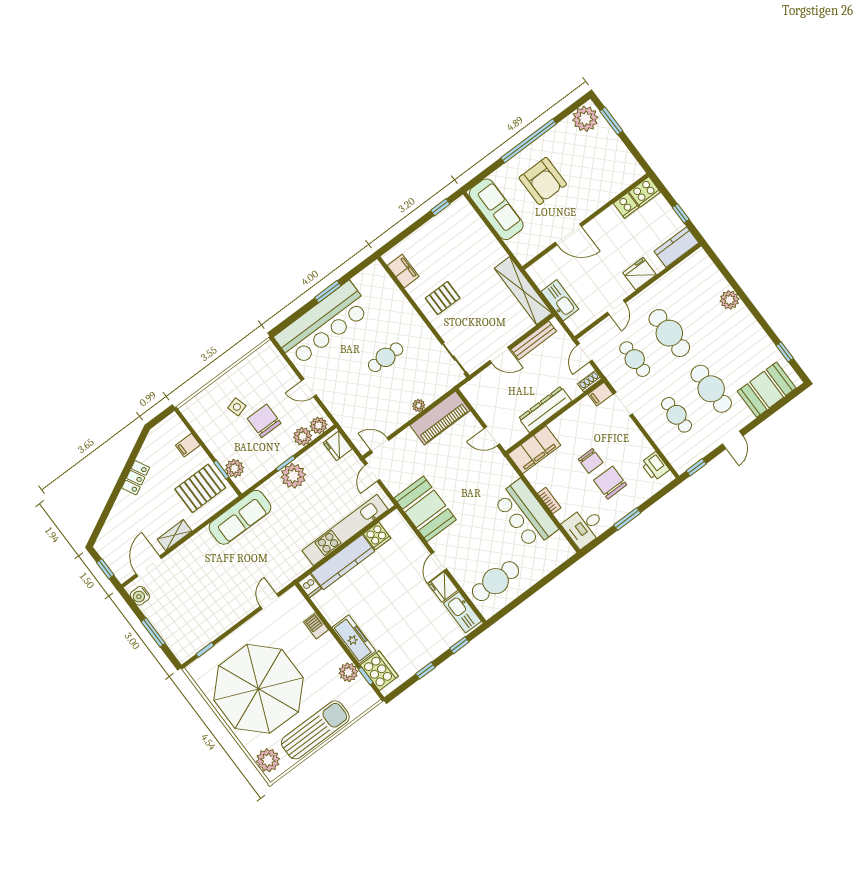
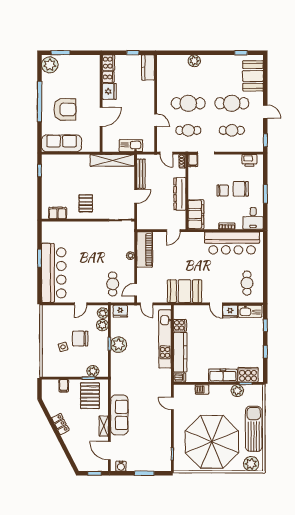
fridge: (639, 274) -> (109, 91), moved, turned 180
cafe table: (386, 357) -> (113, 284), moved
bar counter: (526, 514) -> (232, 243), width x1.36
sofa: (240, 517) -> (119, 415), moved
cafe table: (495, 581) -> (247, 283), width x0.73, depth x0.74

